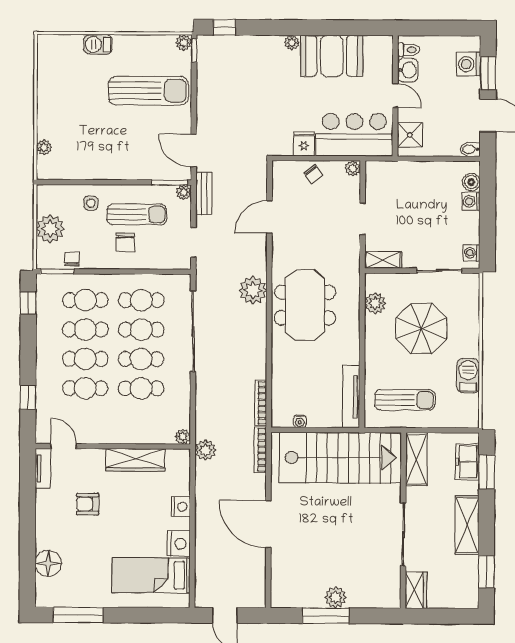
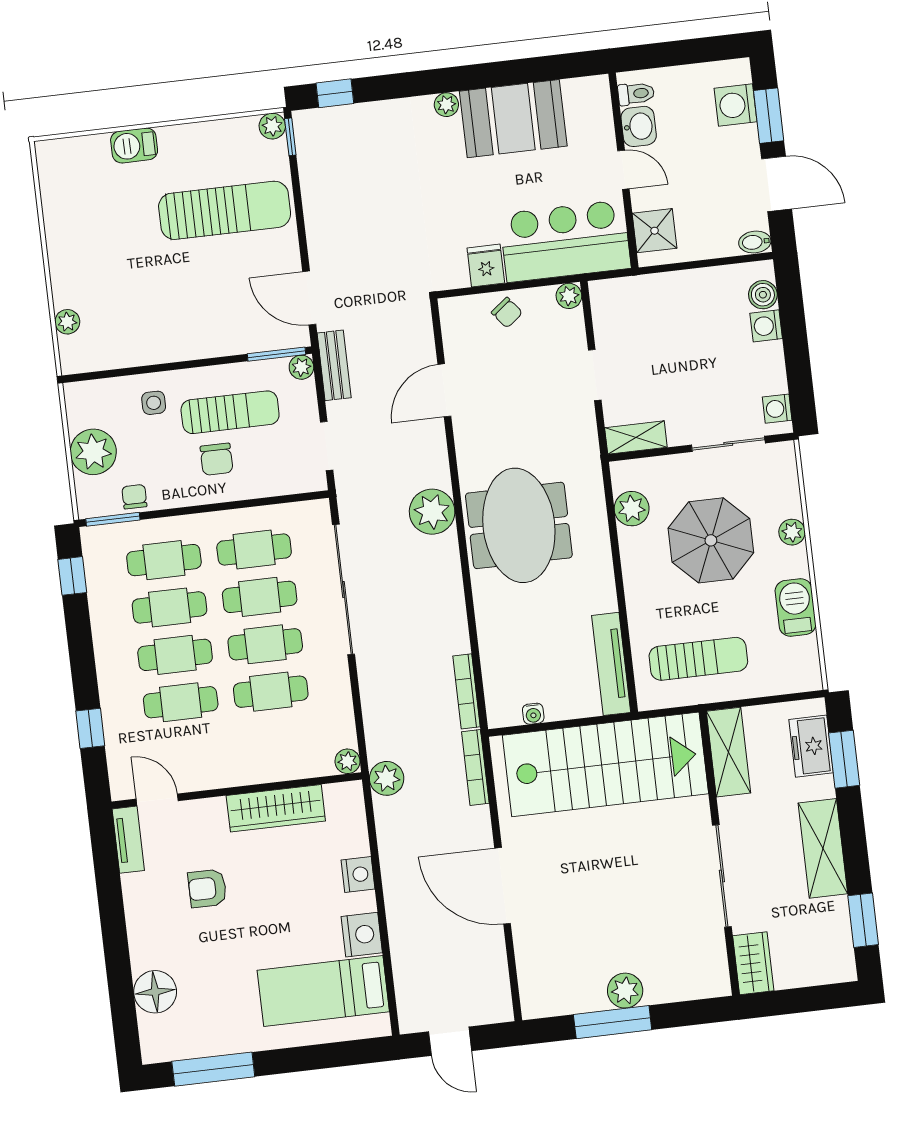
plant: (472, 329) -> (792, 532), added

